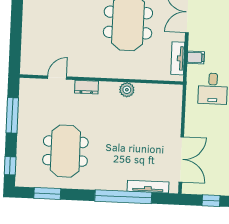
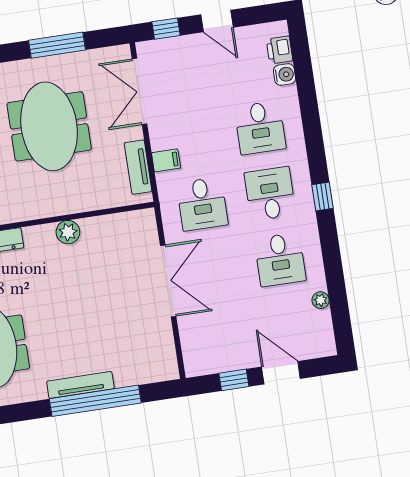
double door: (181, 159) -> (168, 281), moved
tv unit: (148, 187) -> (80, 385), moved

